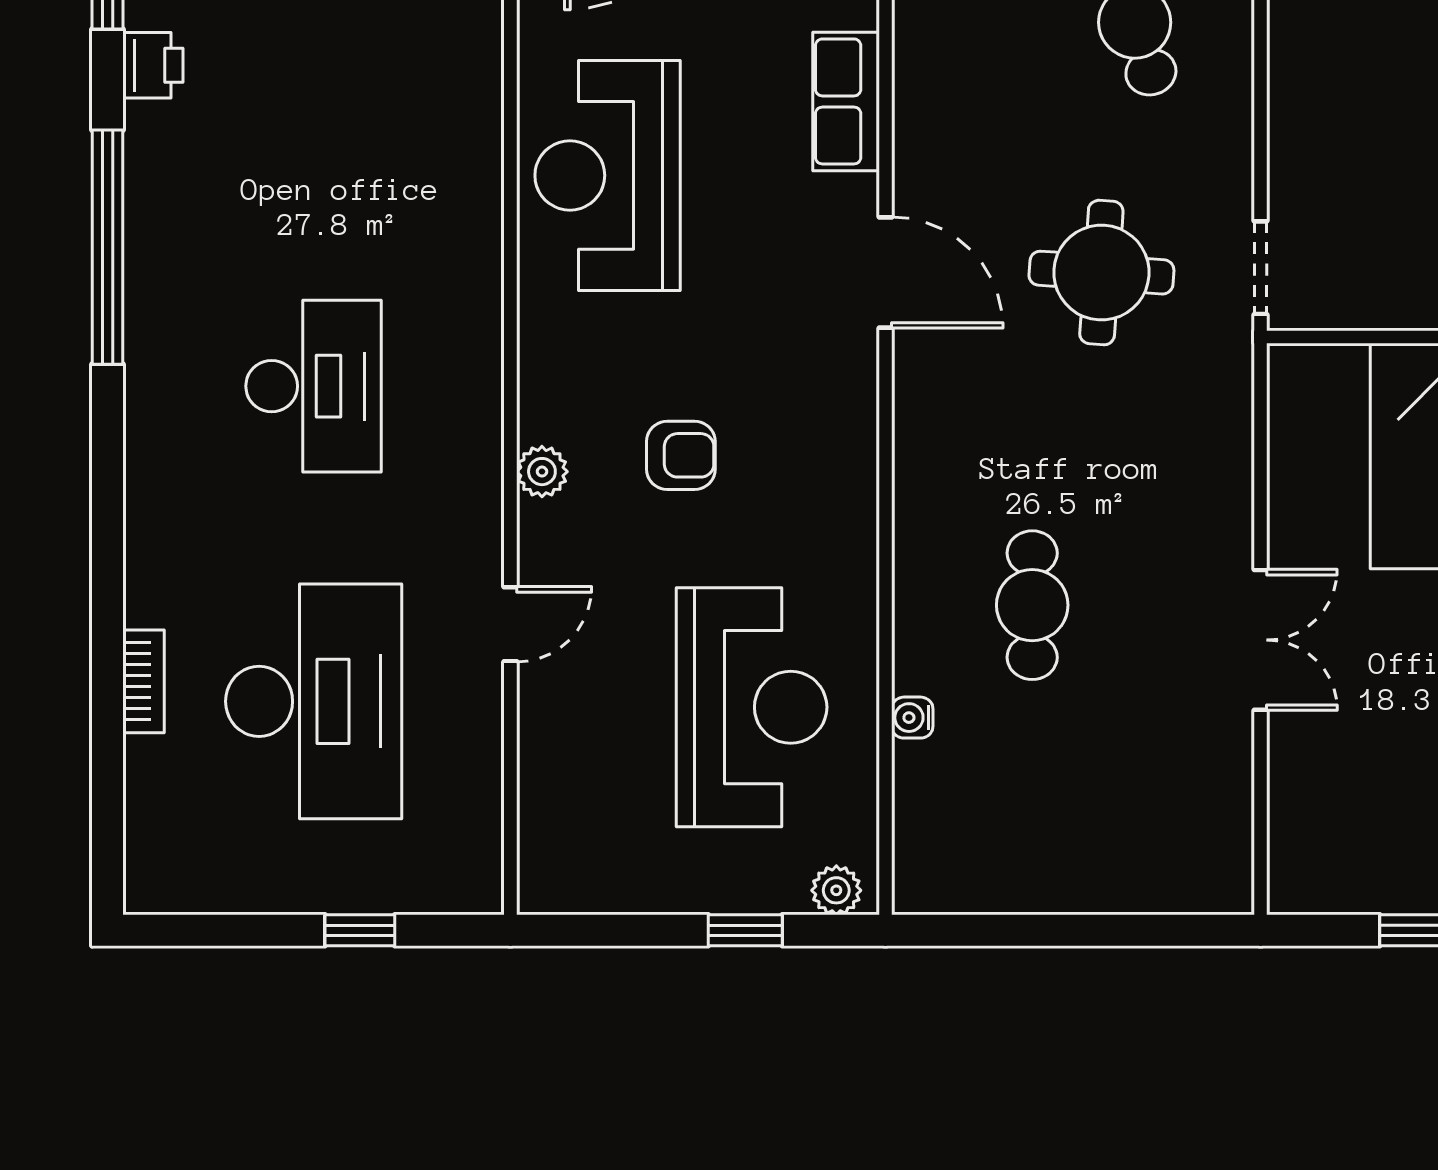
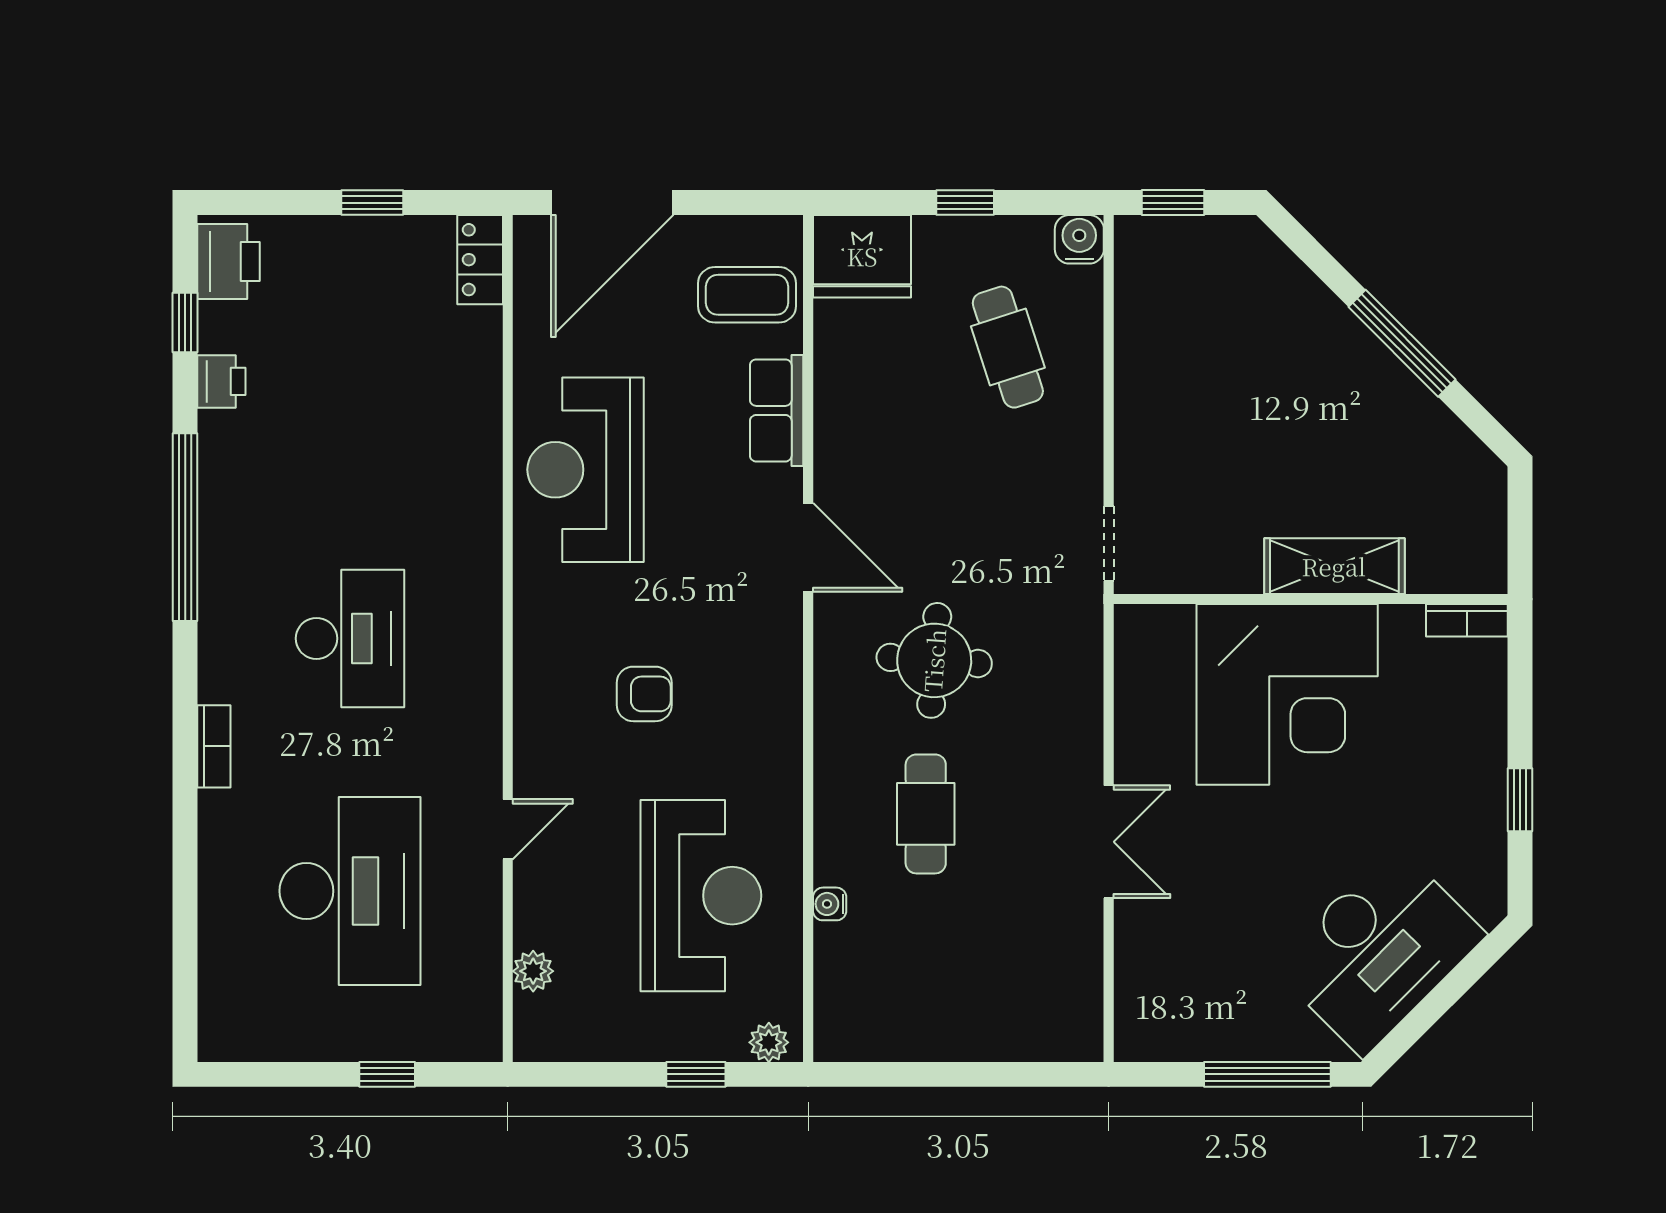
round table: (1101, 273) -> (934, 660), moved
plant: (542, 472) -> (533, 971), moved
bookcase: (144, 681) -> (214, 746), moved

